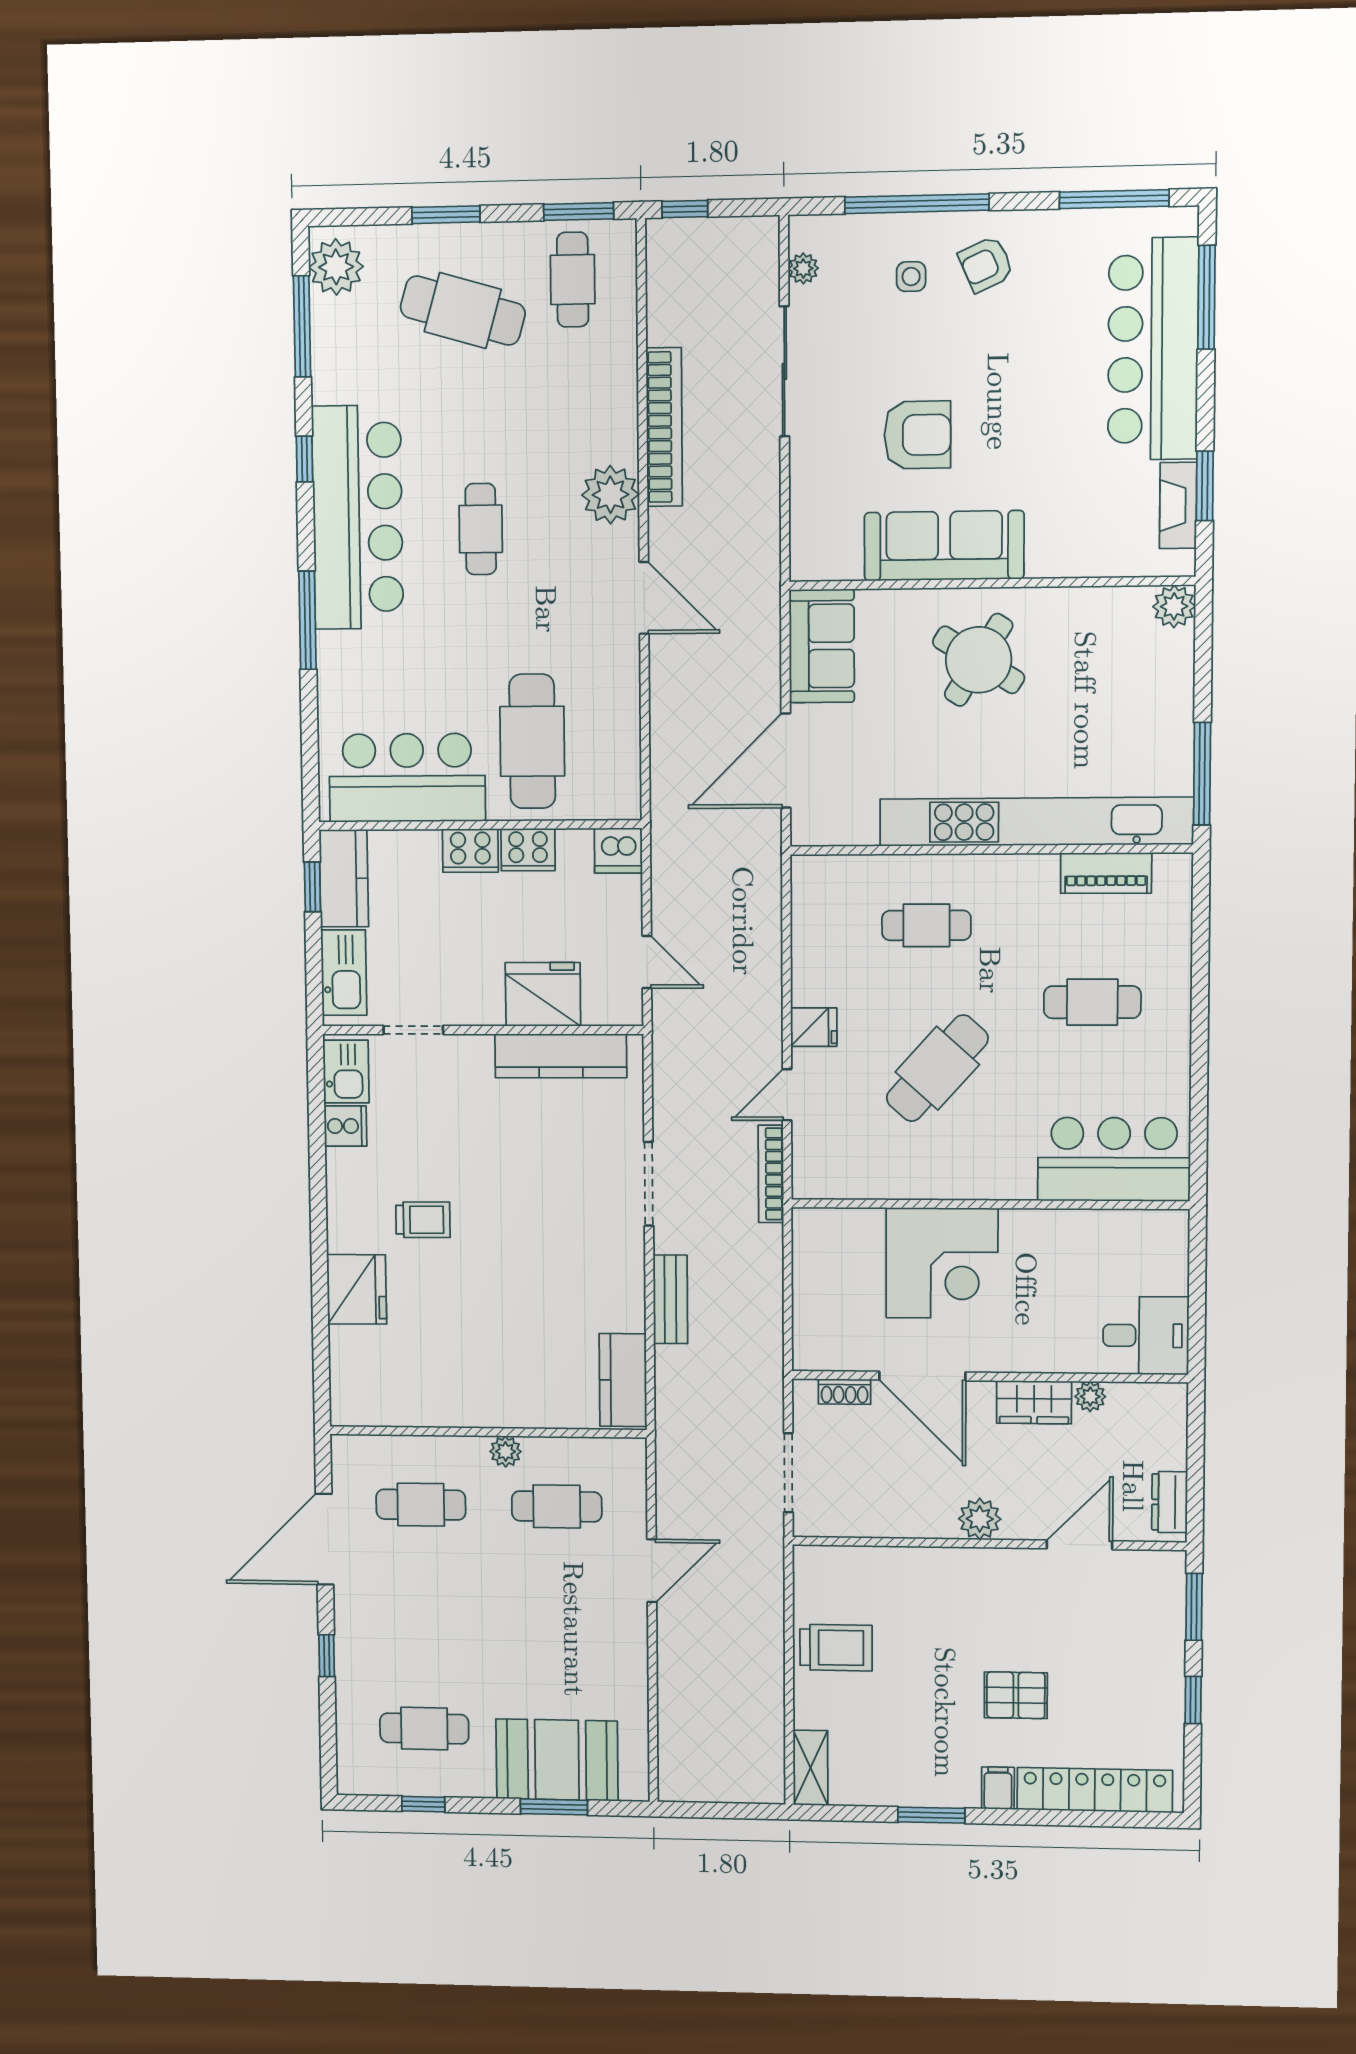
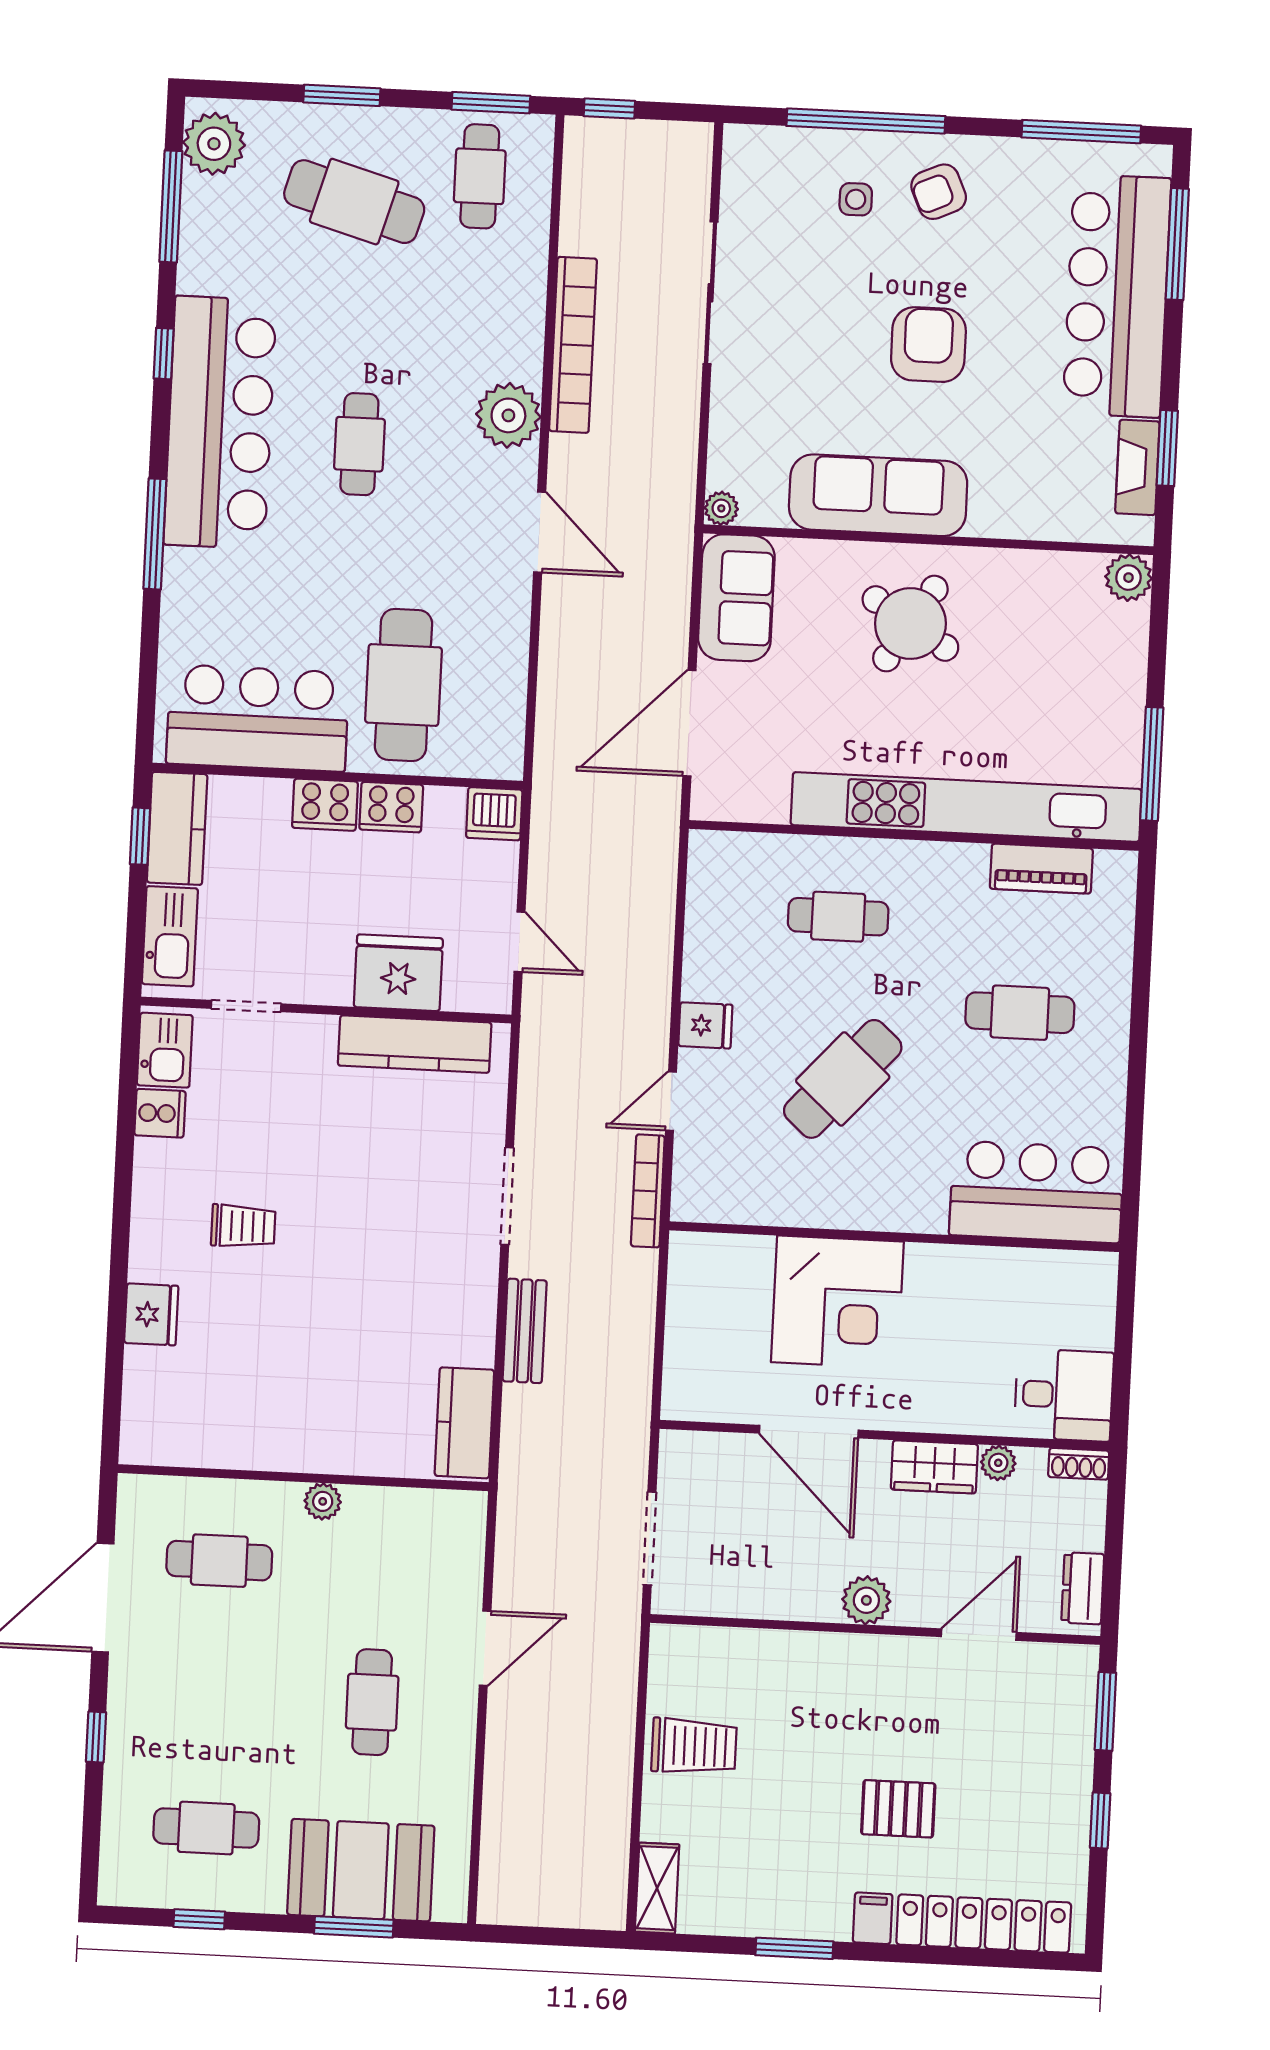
plant: (803, 268) -> (721, 508), moved
armchair: (917, 435) -> (928, 345), moved, turned -90
fridge: (357, 1289) -> (151, 1314), width x0.73, depth x0.75
shoe rack: (845, 1392) -> (1079, 1464), moved
cafe table: (557, 1506) -> (372, 1702), moved, turned 90

